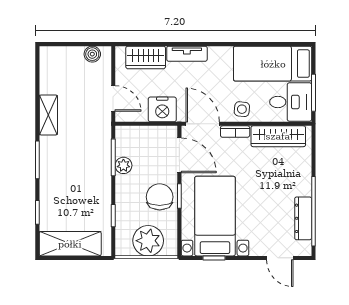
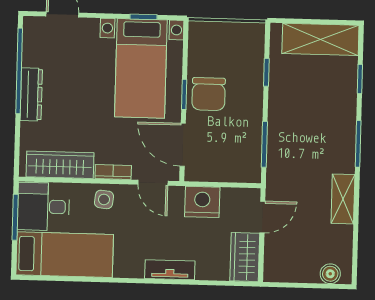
boiler: (92, 54) -> (330, 274), moved
wardrobe: (146, 57) -> (245, 257), moved, turned -90
door: (113, 99) -> (262, 217), swing flipped
door: (203, 124) -> (153, 183), width x0.73
plant: (123, 165) -> (252, 134), removed
dresser: (303, 218) -> (31, 94), moved
plant: (148, 241) -> (224, 40), removed

